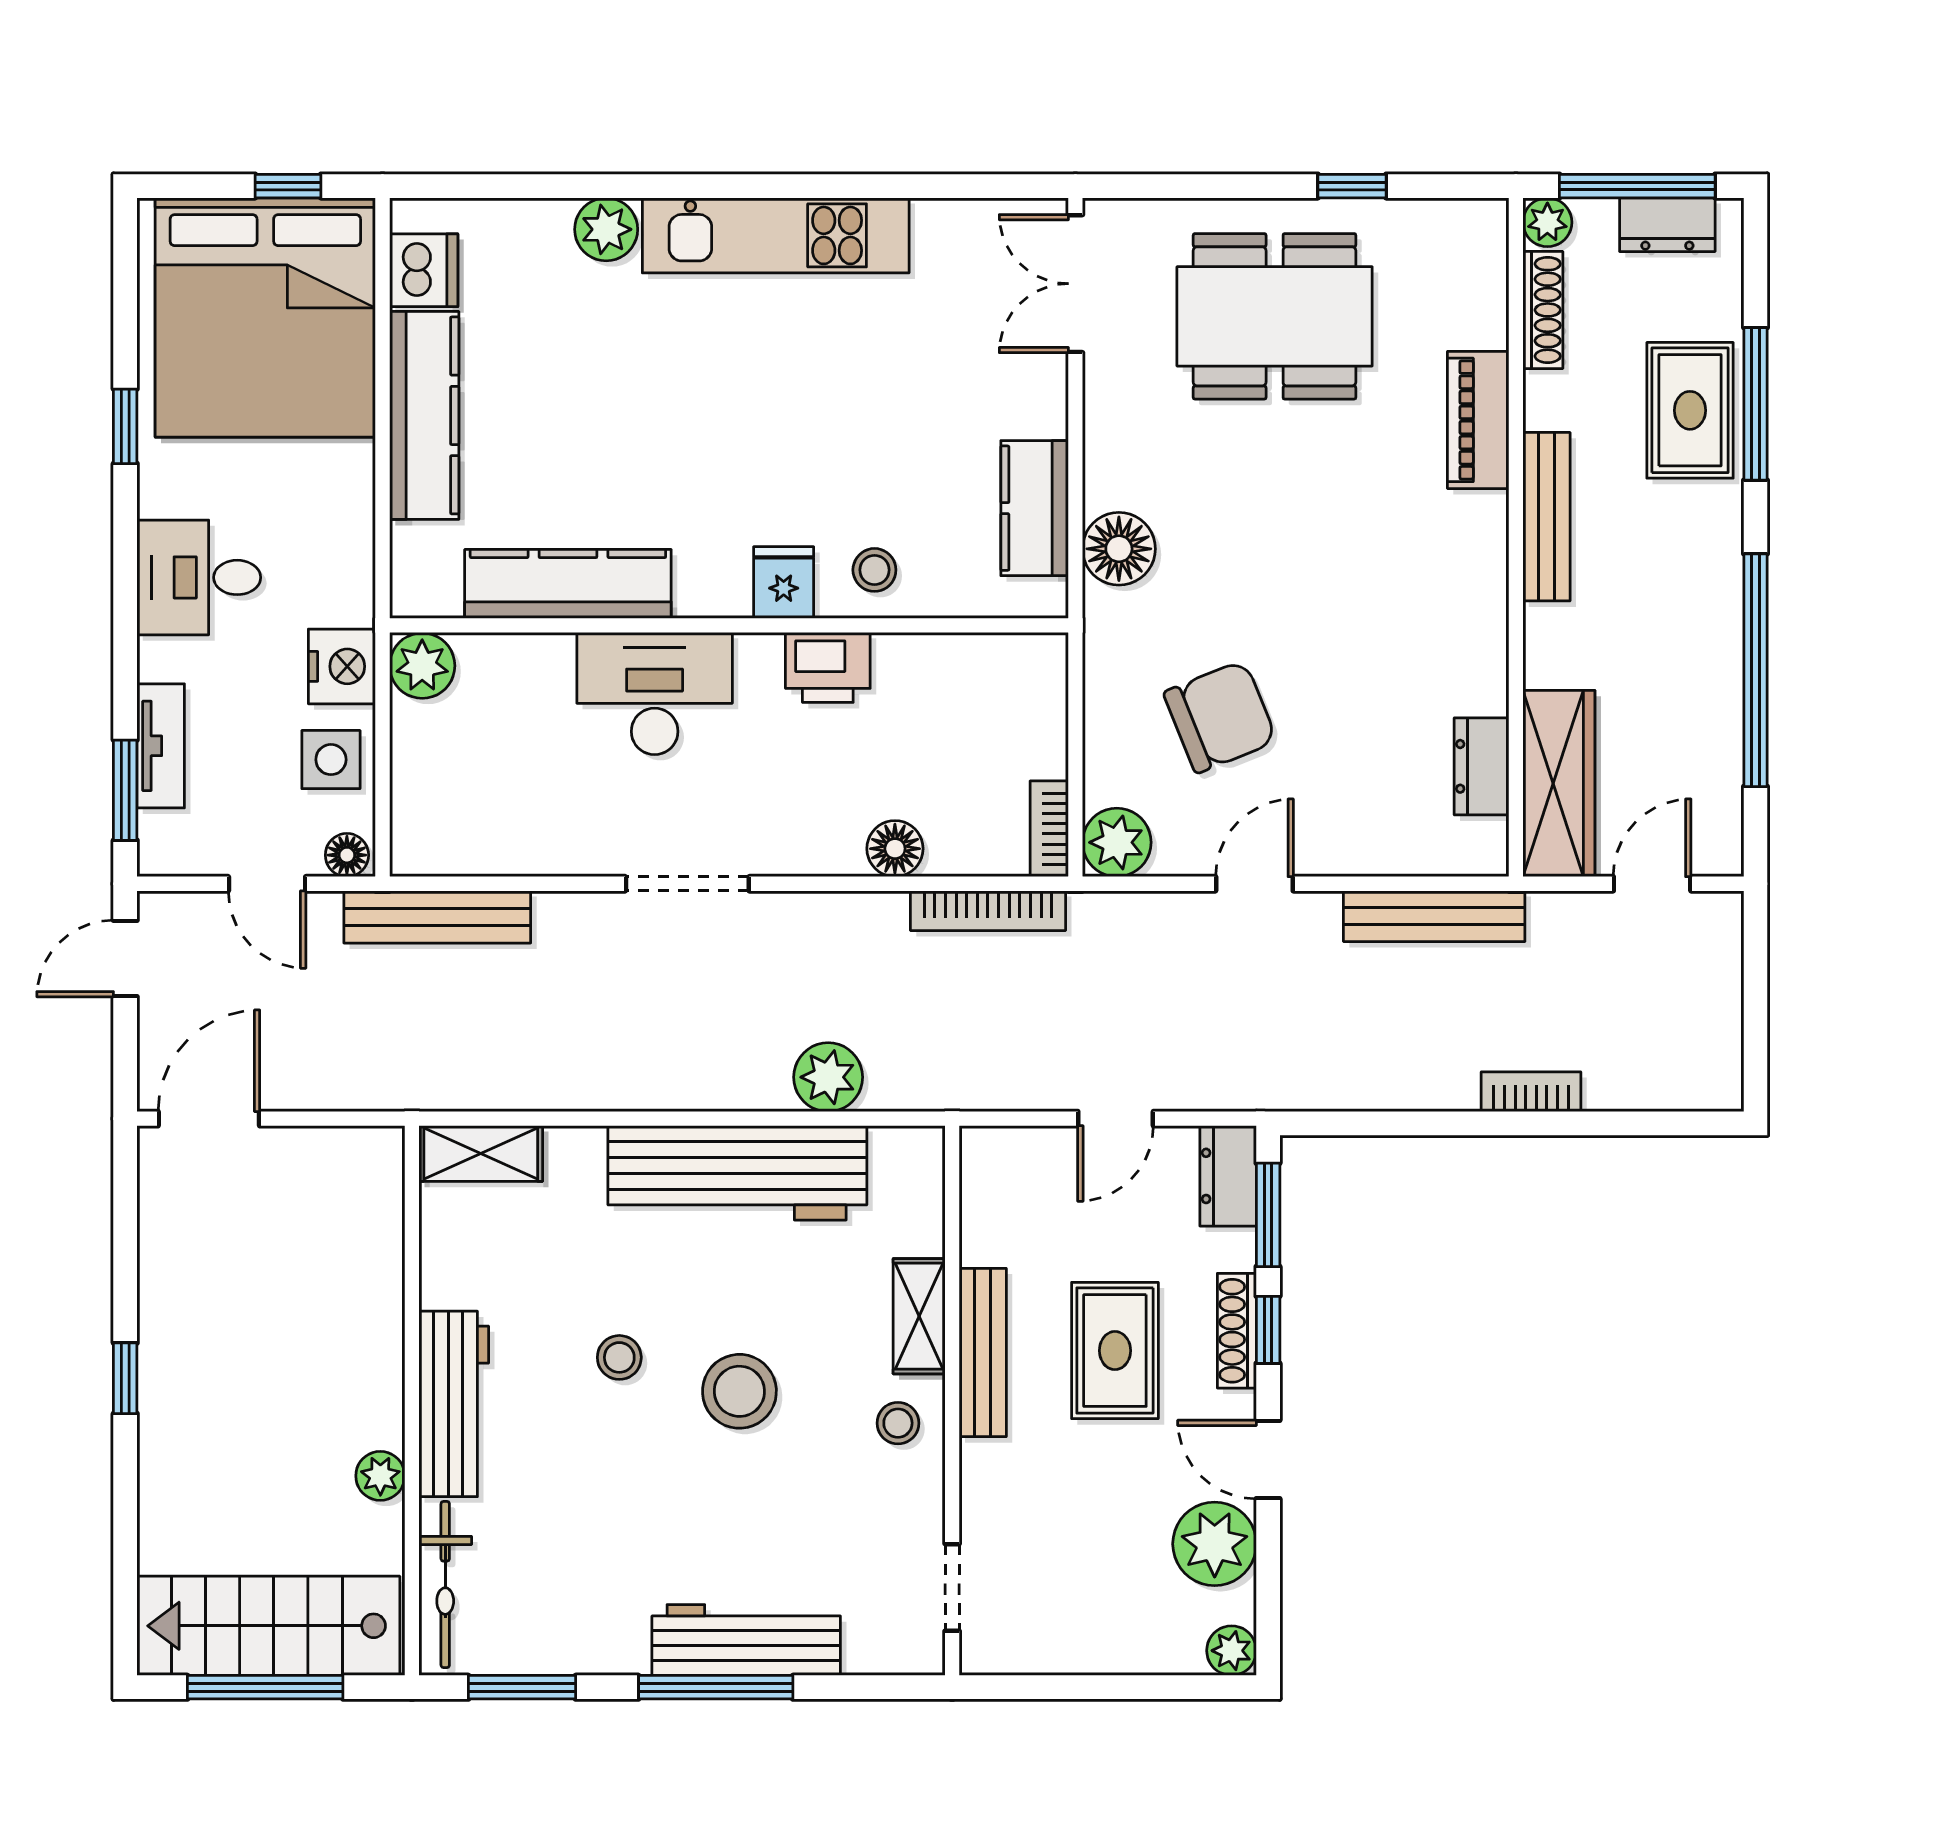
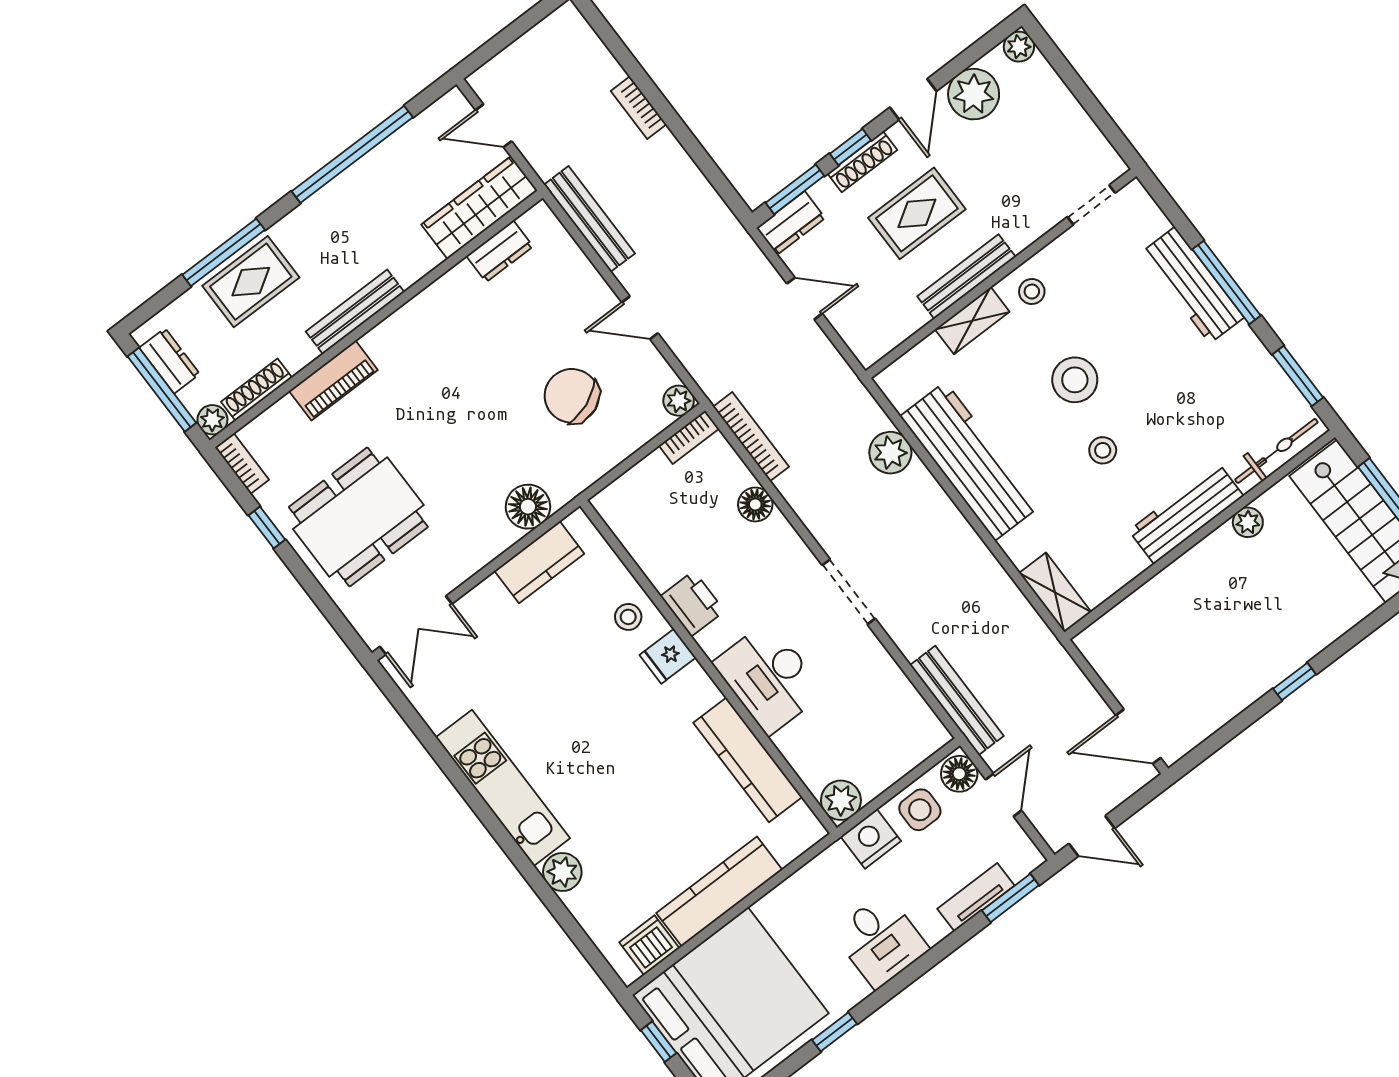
bookcase: (1460, 217) -> (242, 464), added
dining table: (1275, 316) -> (358, 517), turned 90
plant: (1117, 842) -> (679, 401), width x0.73, depth x0.73
floor lamp: (347, 855) -> (959, 774), width x1.37, depth x1.37

